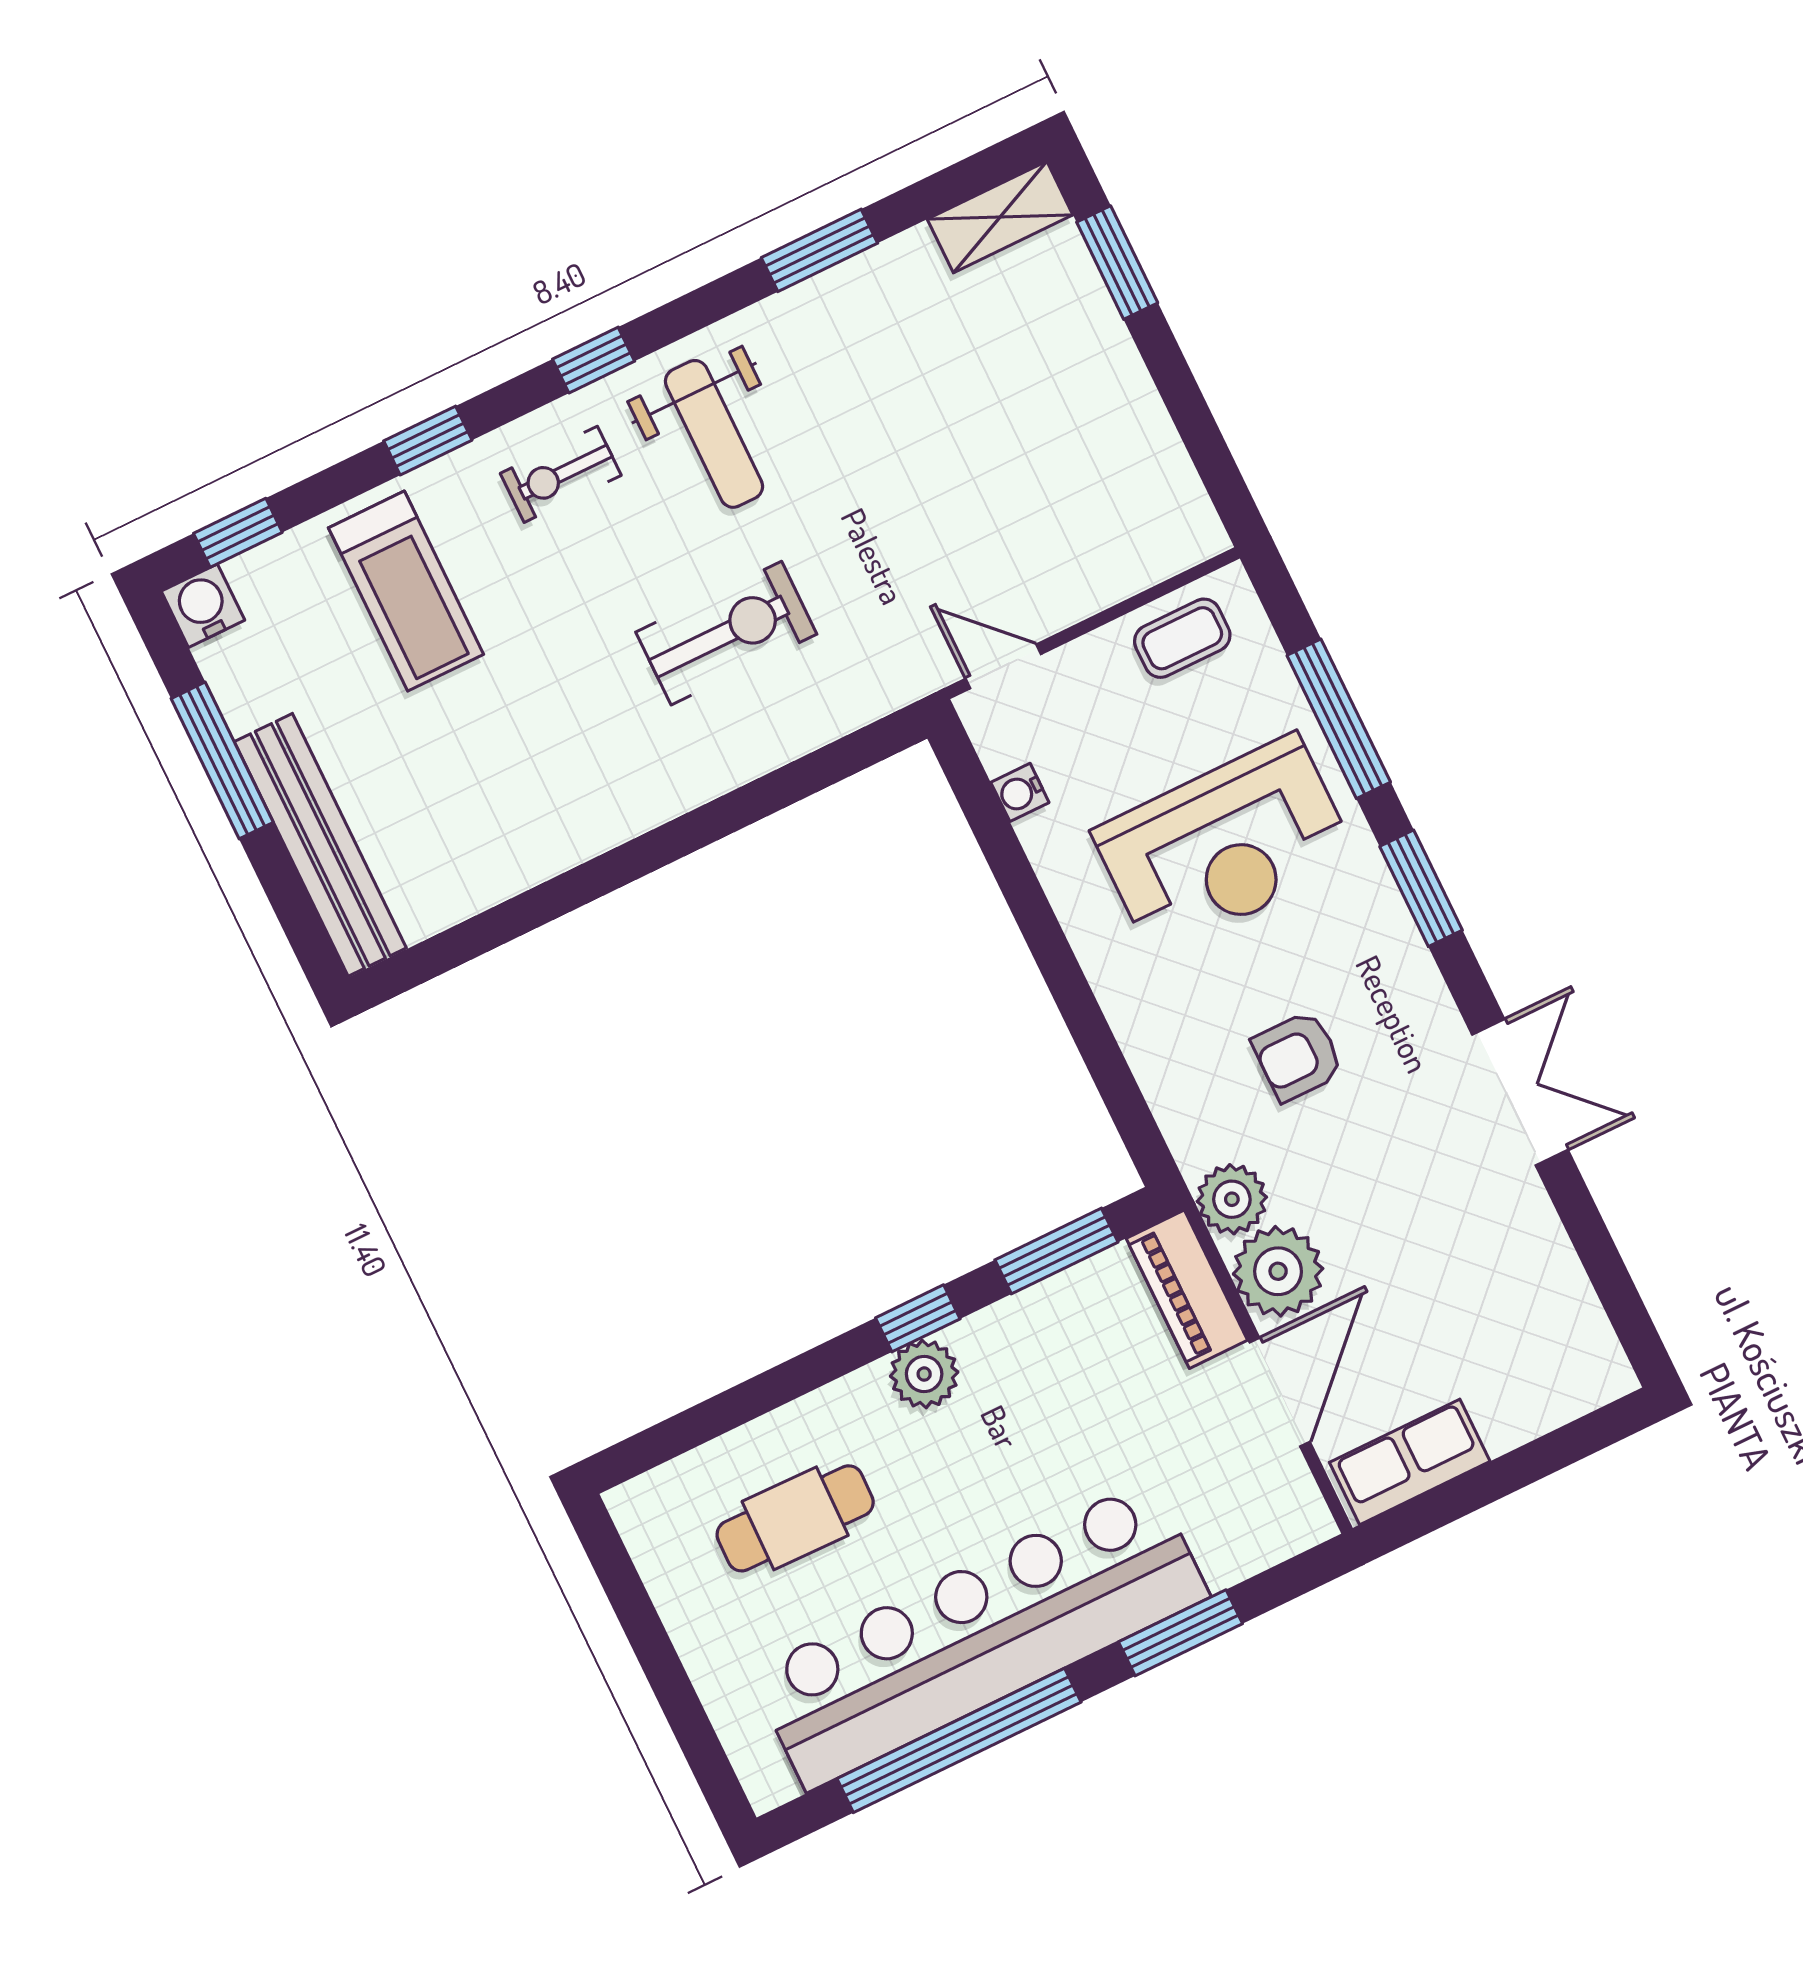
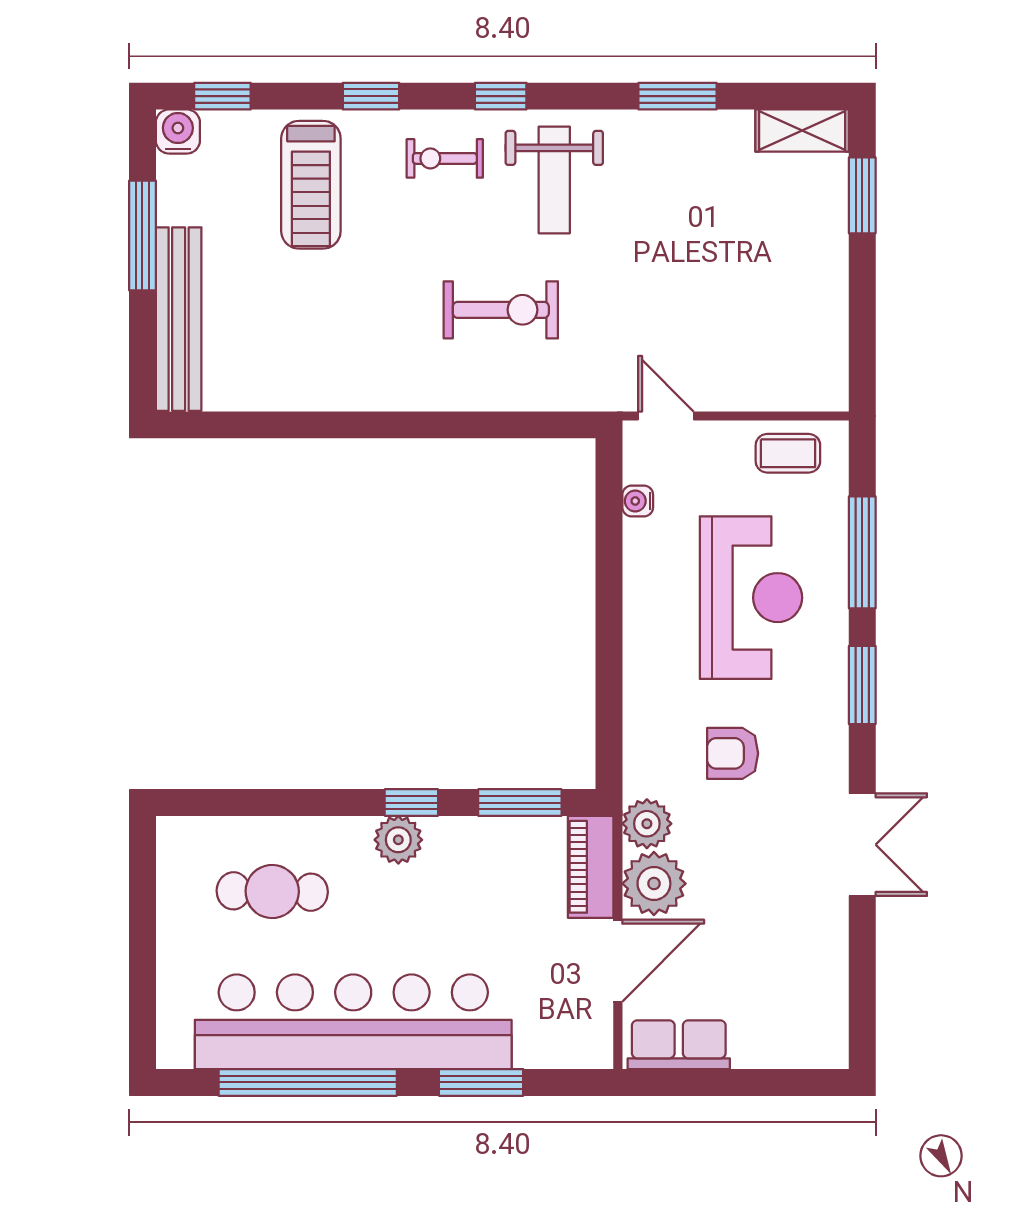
reception desk: (1225, 846) -> (751, 598), turned -90

